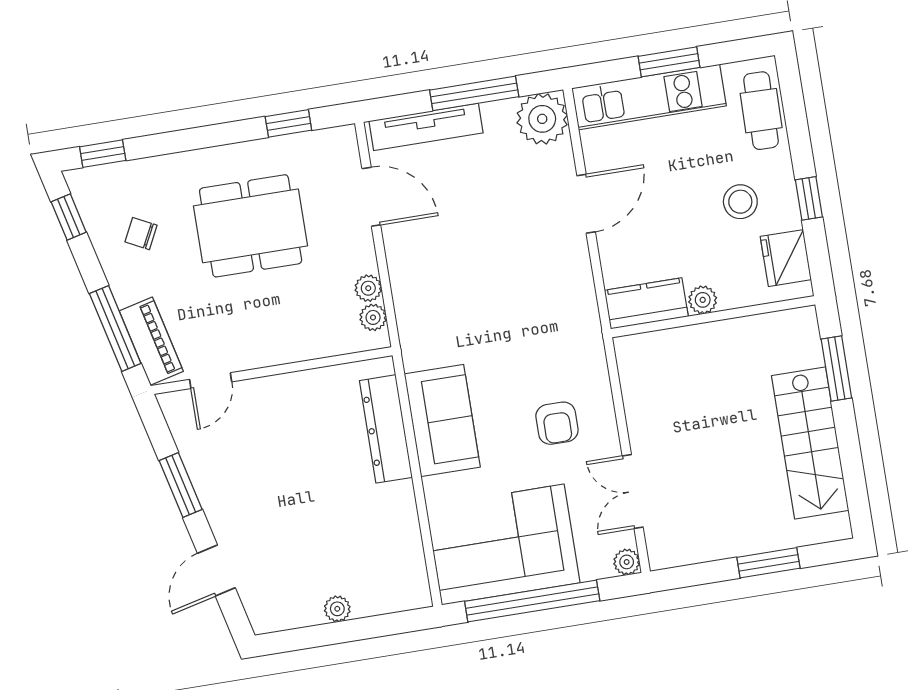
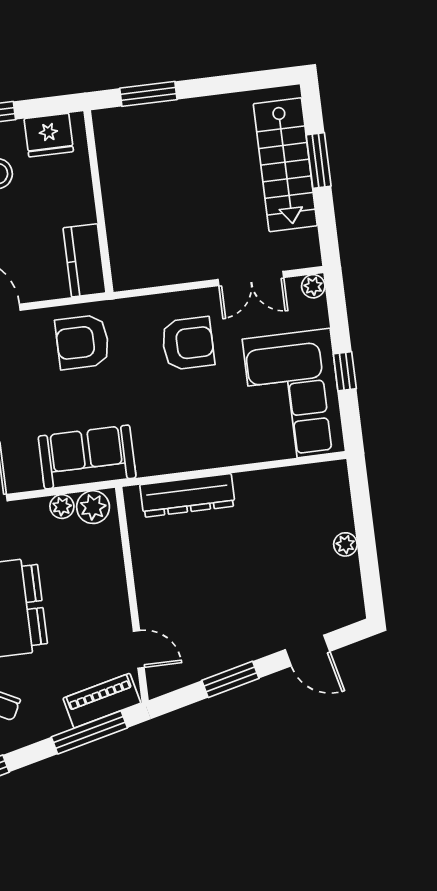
plant: (703, 300) -> (83, 210), removed
armchair: (554, 304) -> (82, 342), added
plant: (373, 317) -> (93, 507), width x1.38, depth x1.38
sofa: (442, 421) -> (87, 457), moved
armchair: (557, 423) -> (188, 343), width x1.38, depth x1.38
stairs: (810, 443) -> (285, 165), moved, turned 90
window: (532, 601) -> (345, 371), width x0.32

